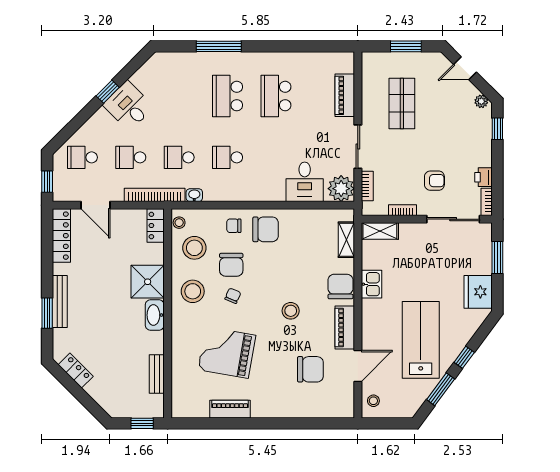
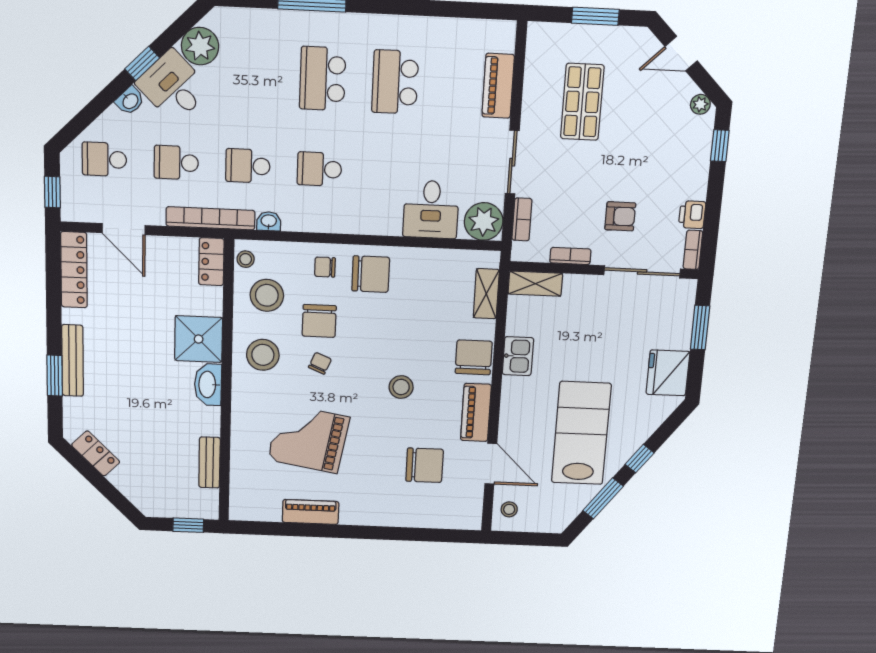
plant: (146, 78) -> (200, 46), added
washbasin: (100, 117) -> (130, 101), added
door: (358, 366) -> (491, 464), hinge flipped

